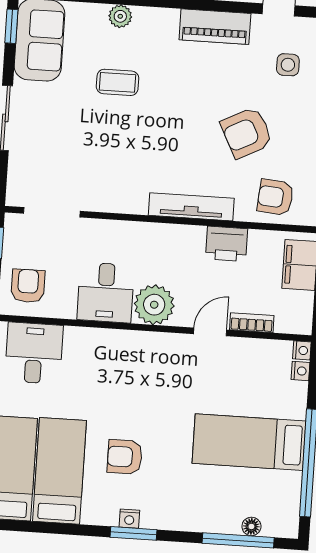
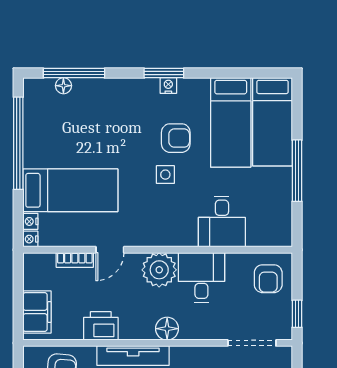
floor lamp: (150, 235) -> (167, 329), added
desk: (34, 353) -> (222, 222), moved
side table: (140, 415) -> (165, 175), added
bed: (249, 442) -> (70, 190), moved

